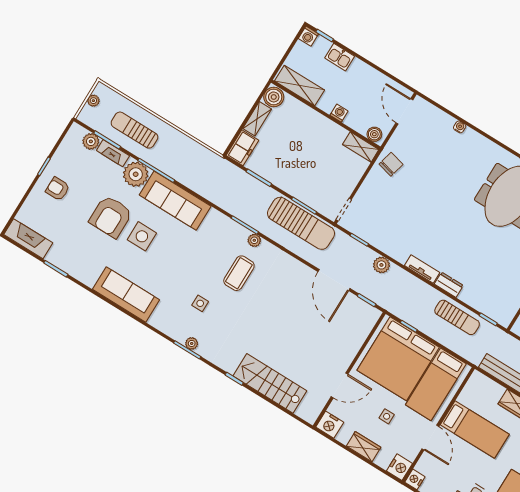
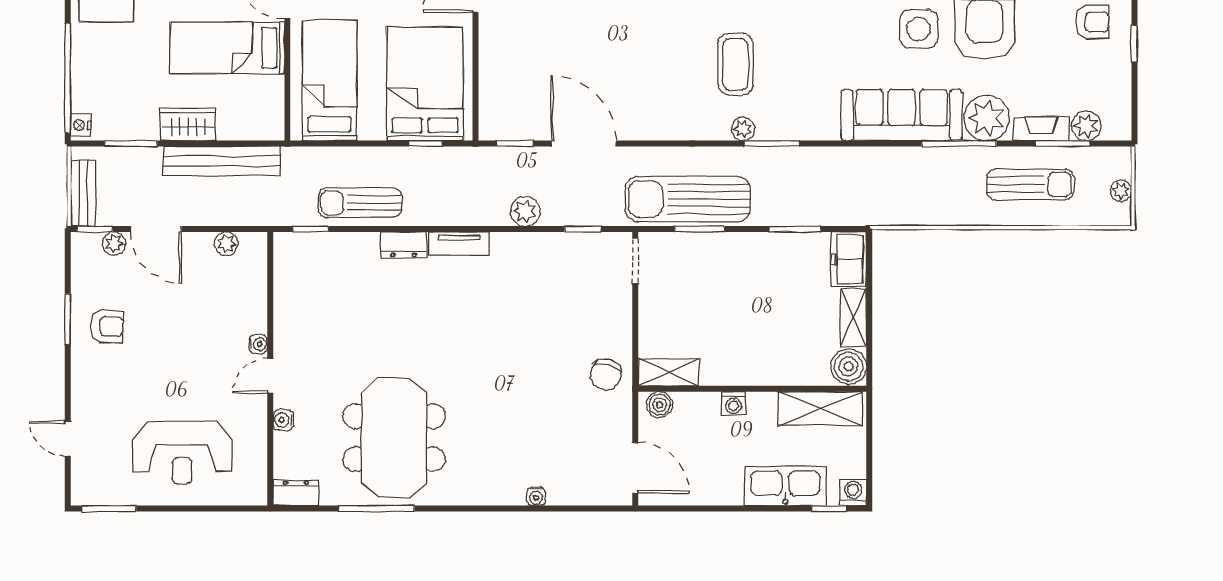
kitchen sink: (340, 57) -> (785, 486), width x1.88, depth x1.24
bed: (398, 359) -> (425, 84), width x0.73

